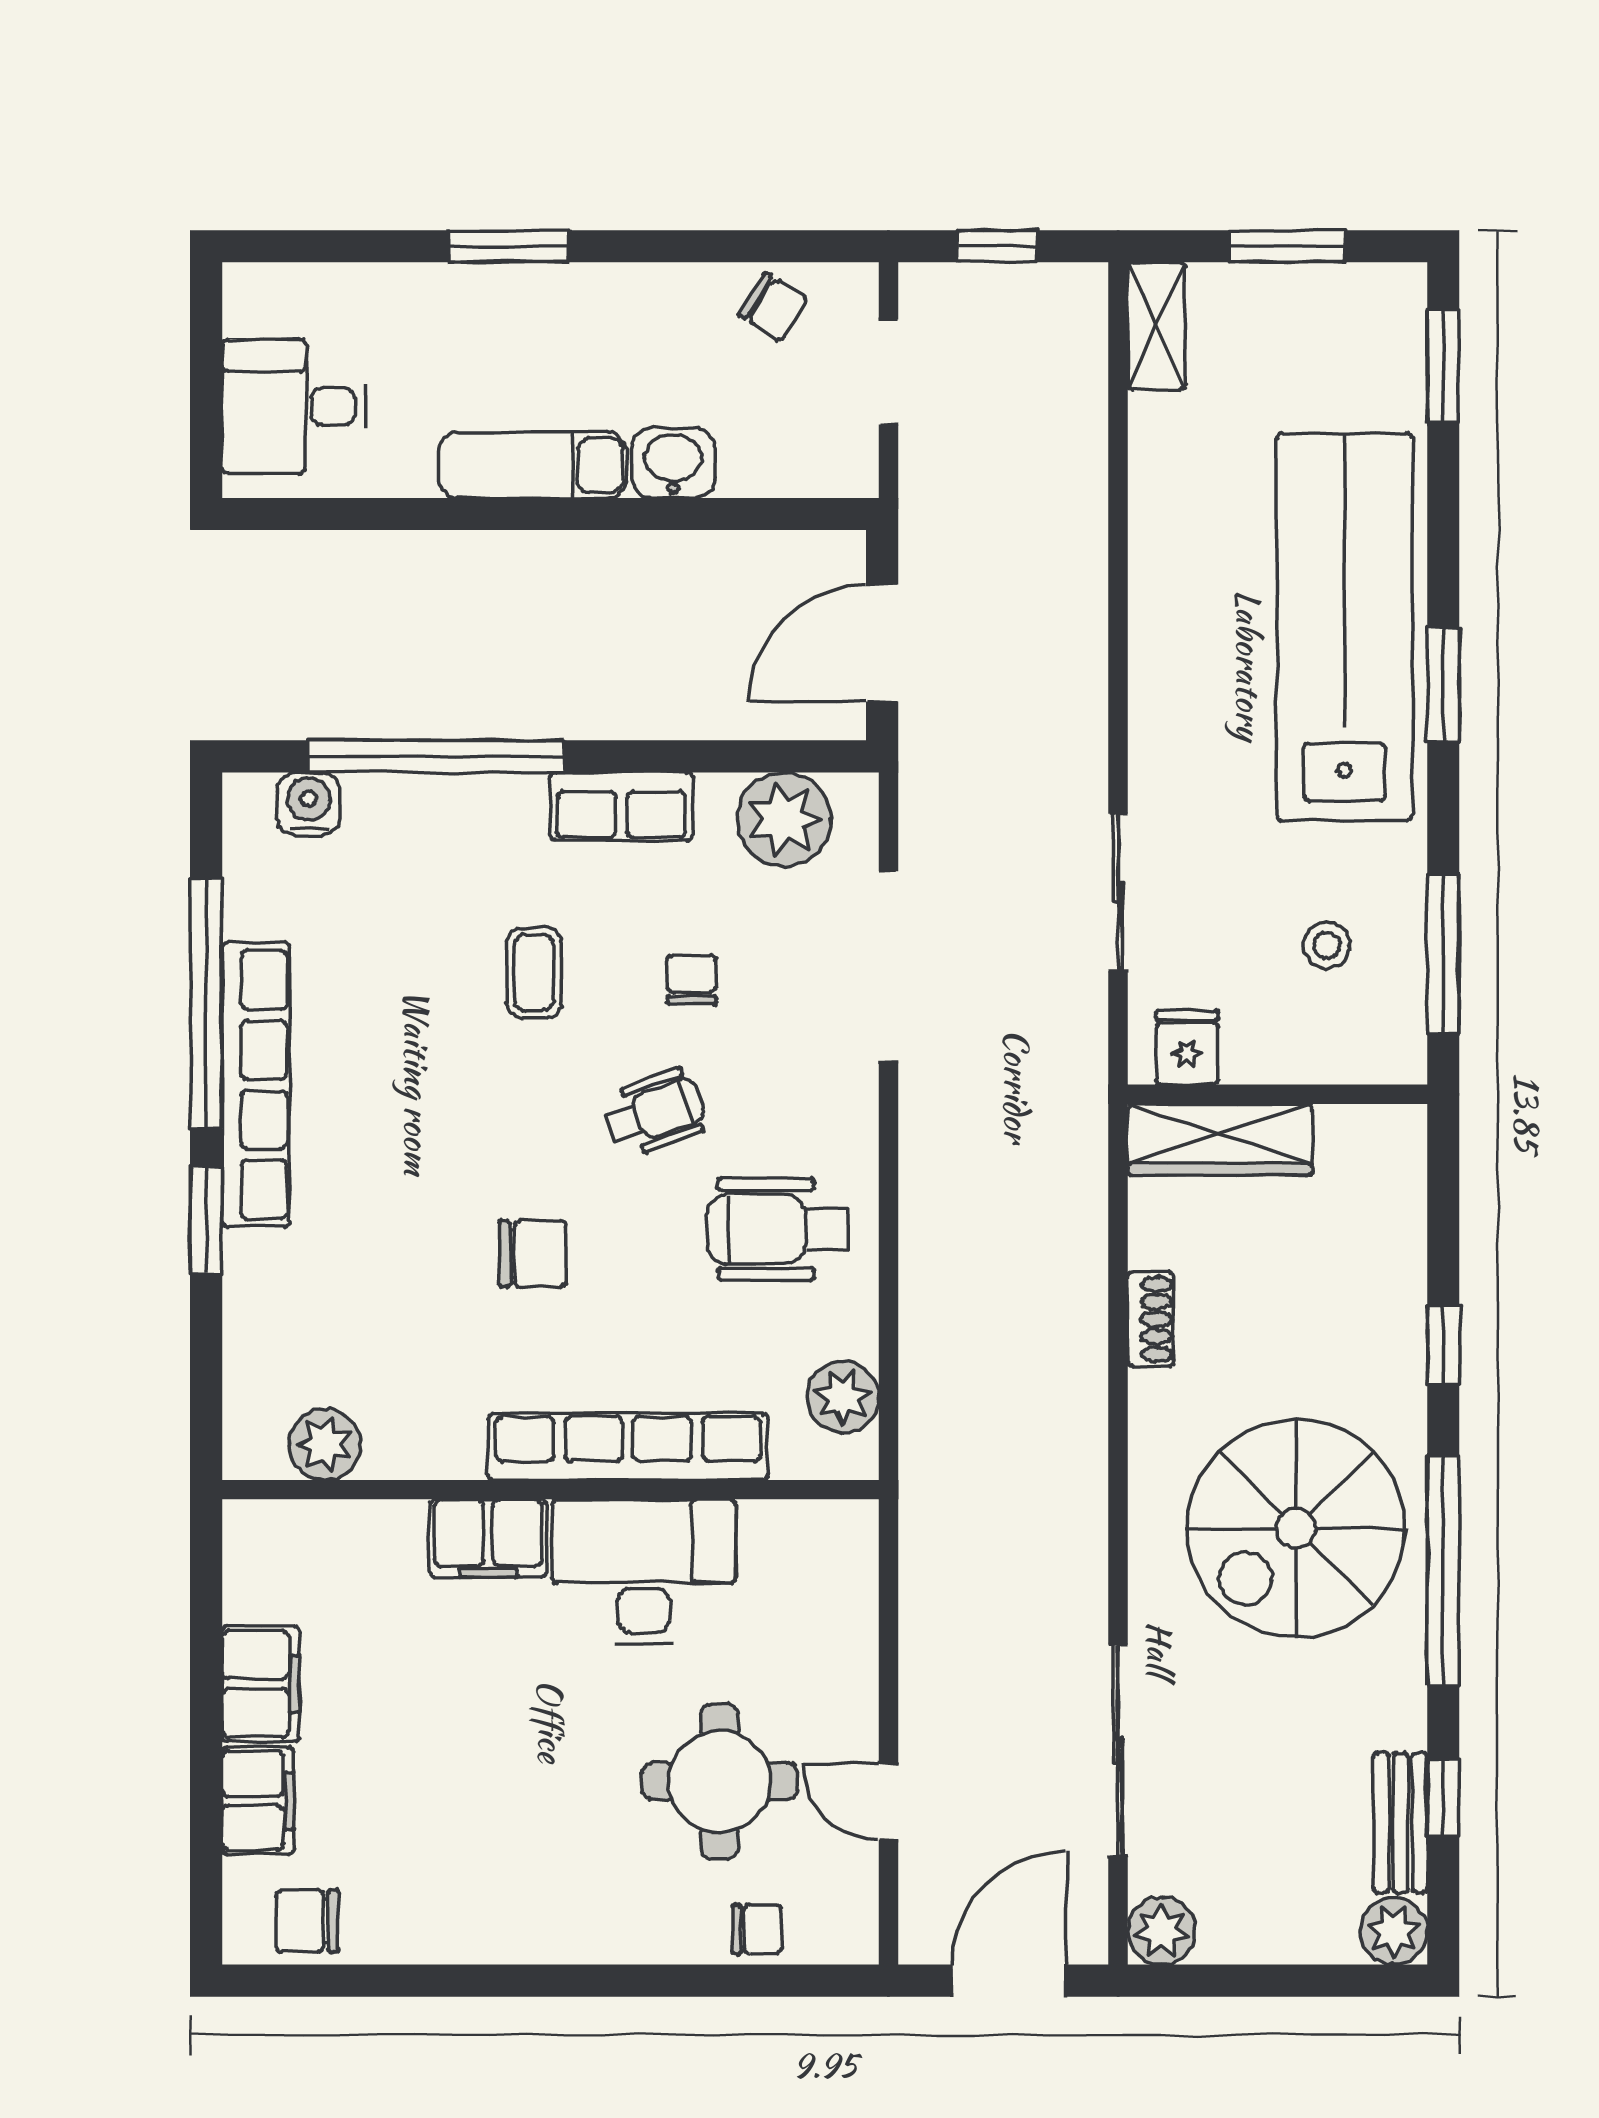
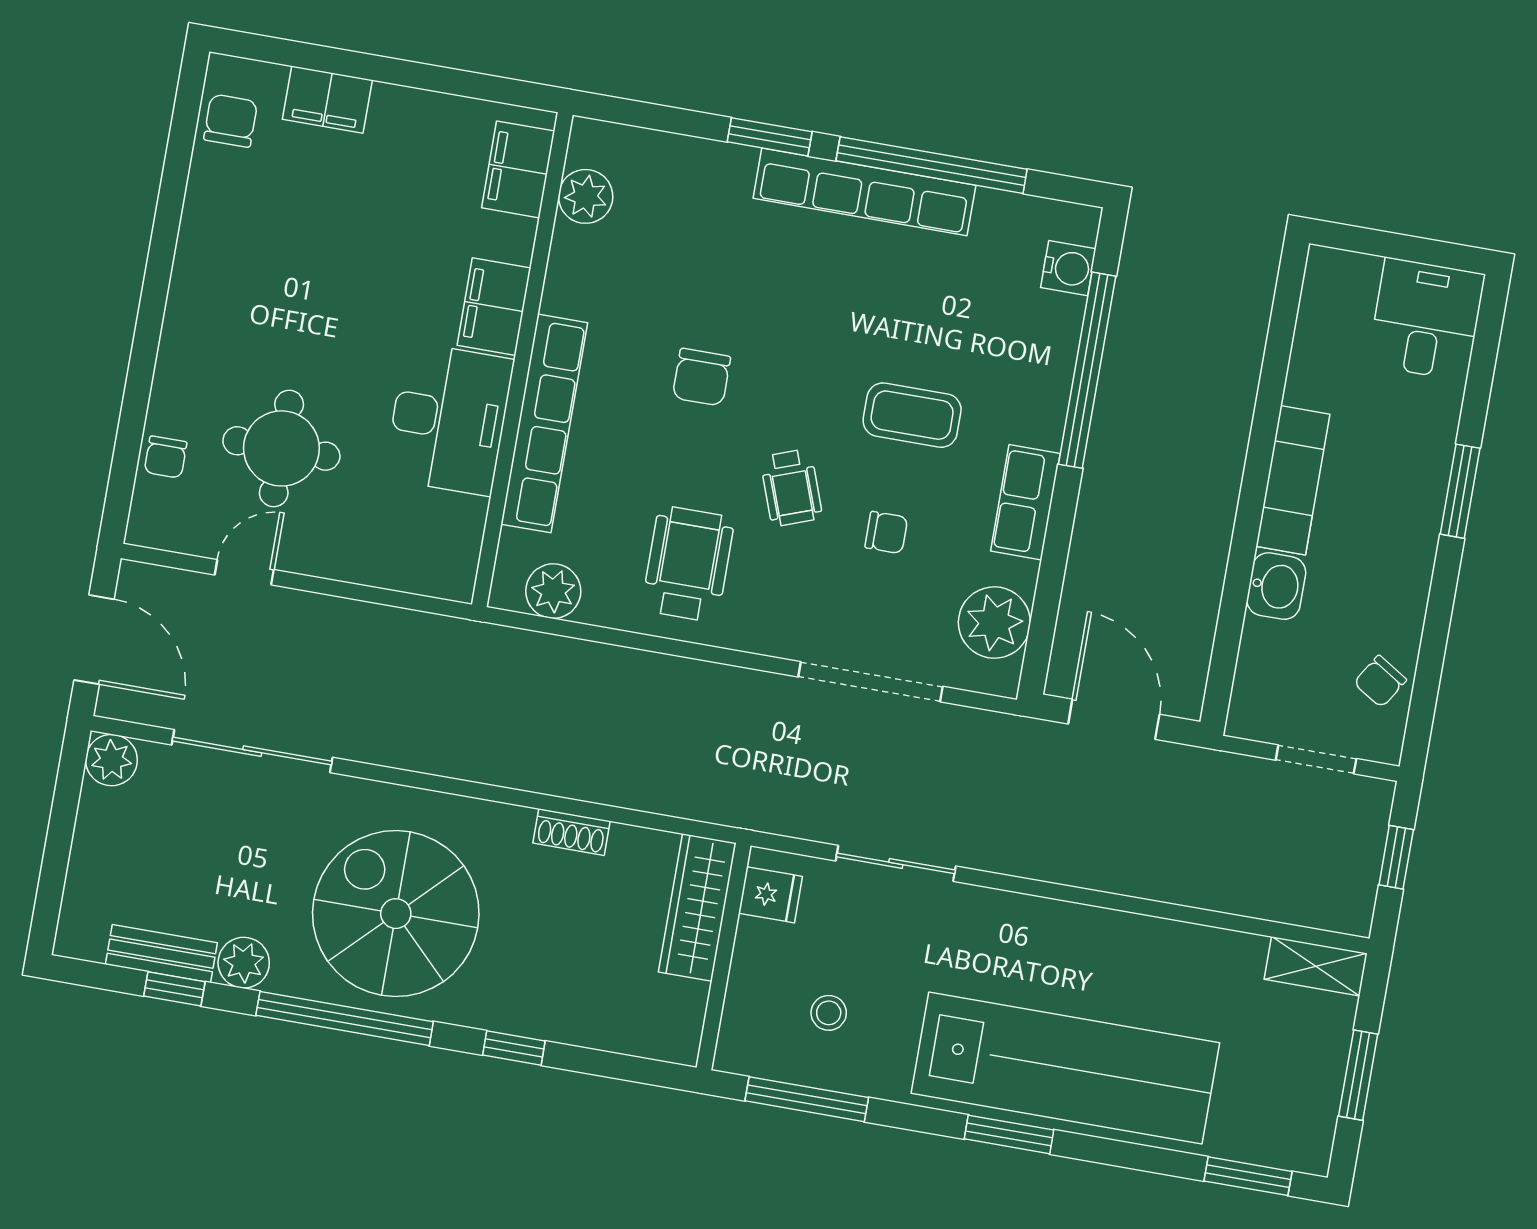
desk: (294, 406) -> (1426, 319), moved
coffee table: (534, 973) -> (912, 415), width x1.36, depth x1.30
filing cabinet: (261, 1684) -> (518, 169), moved, turned 90
plant: (1394, 1931) -> (244, 963), moved

